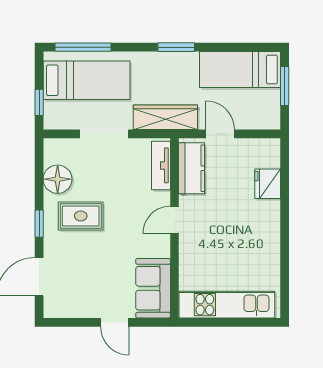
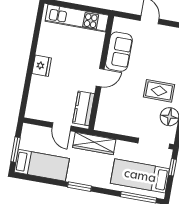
doorway: (104, 134) -> (154, 143), moved
tv unit: (161, 165) -> (103, 114), removed
fridge: (268, 184) -> (42, 66), moved
sofa: (153, 288) -> (119, 52), moved

